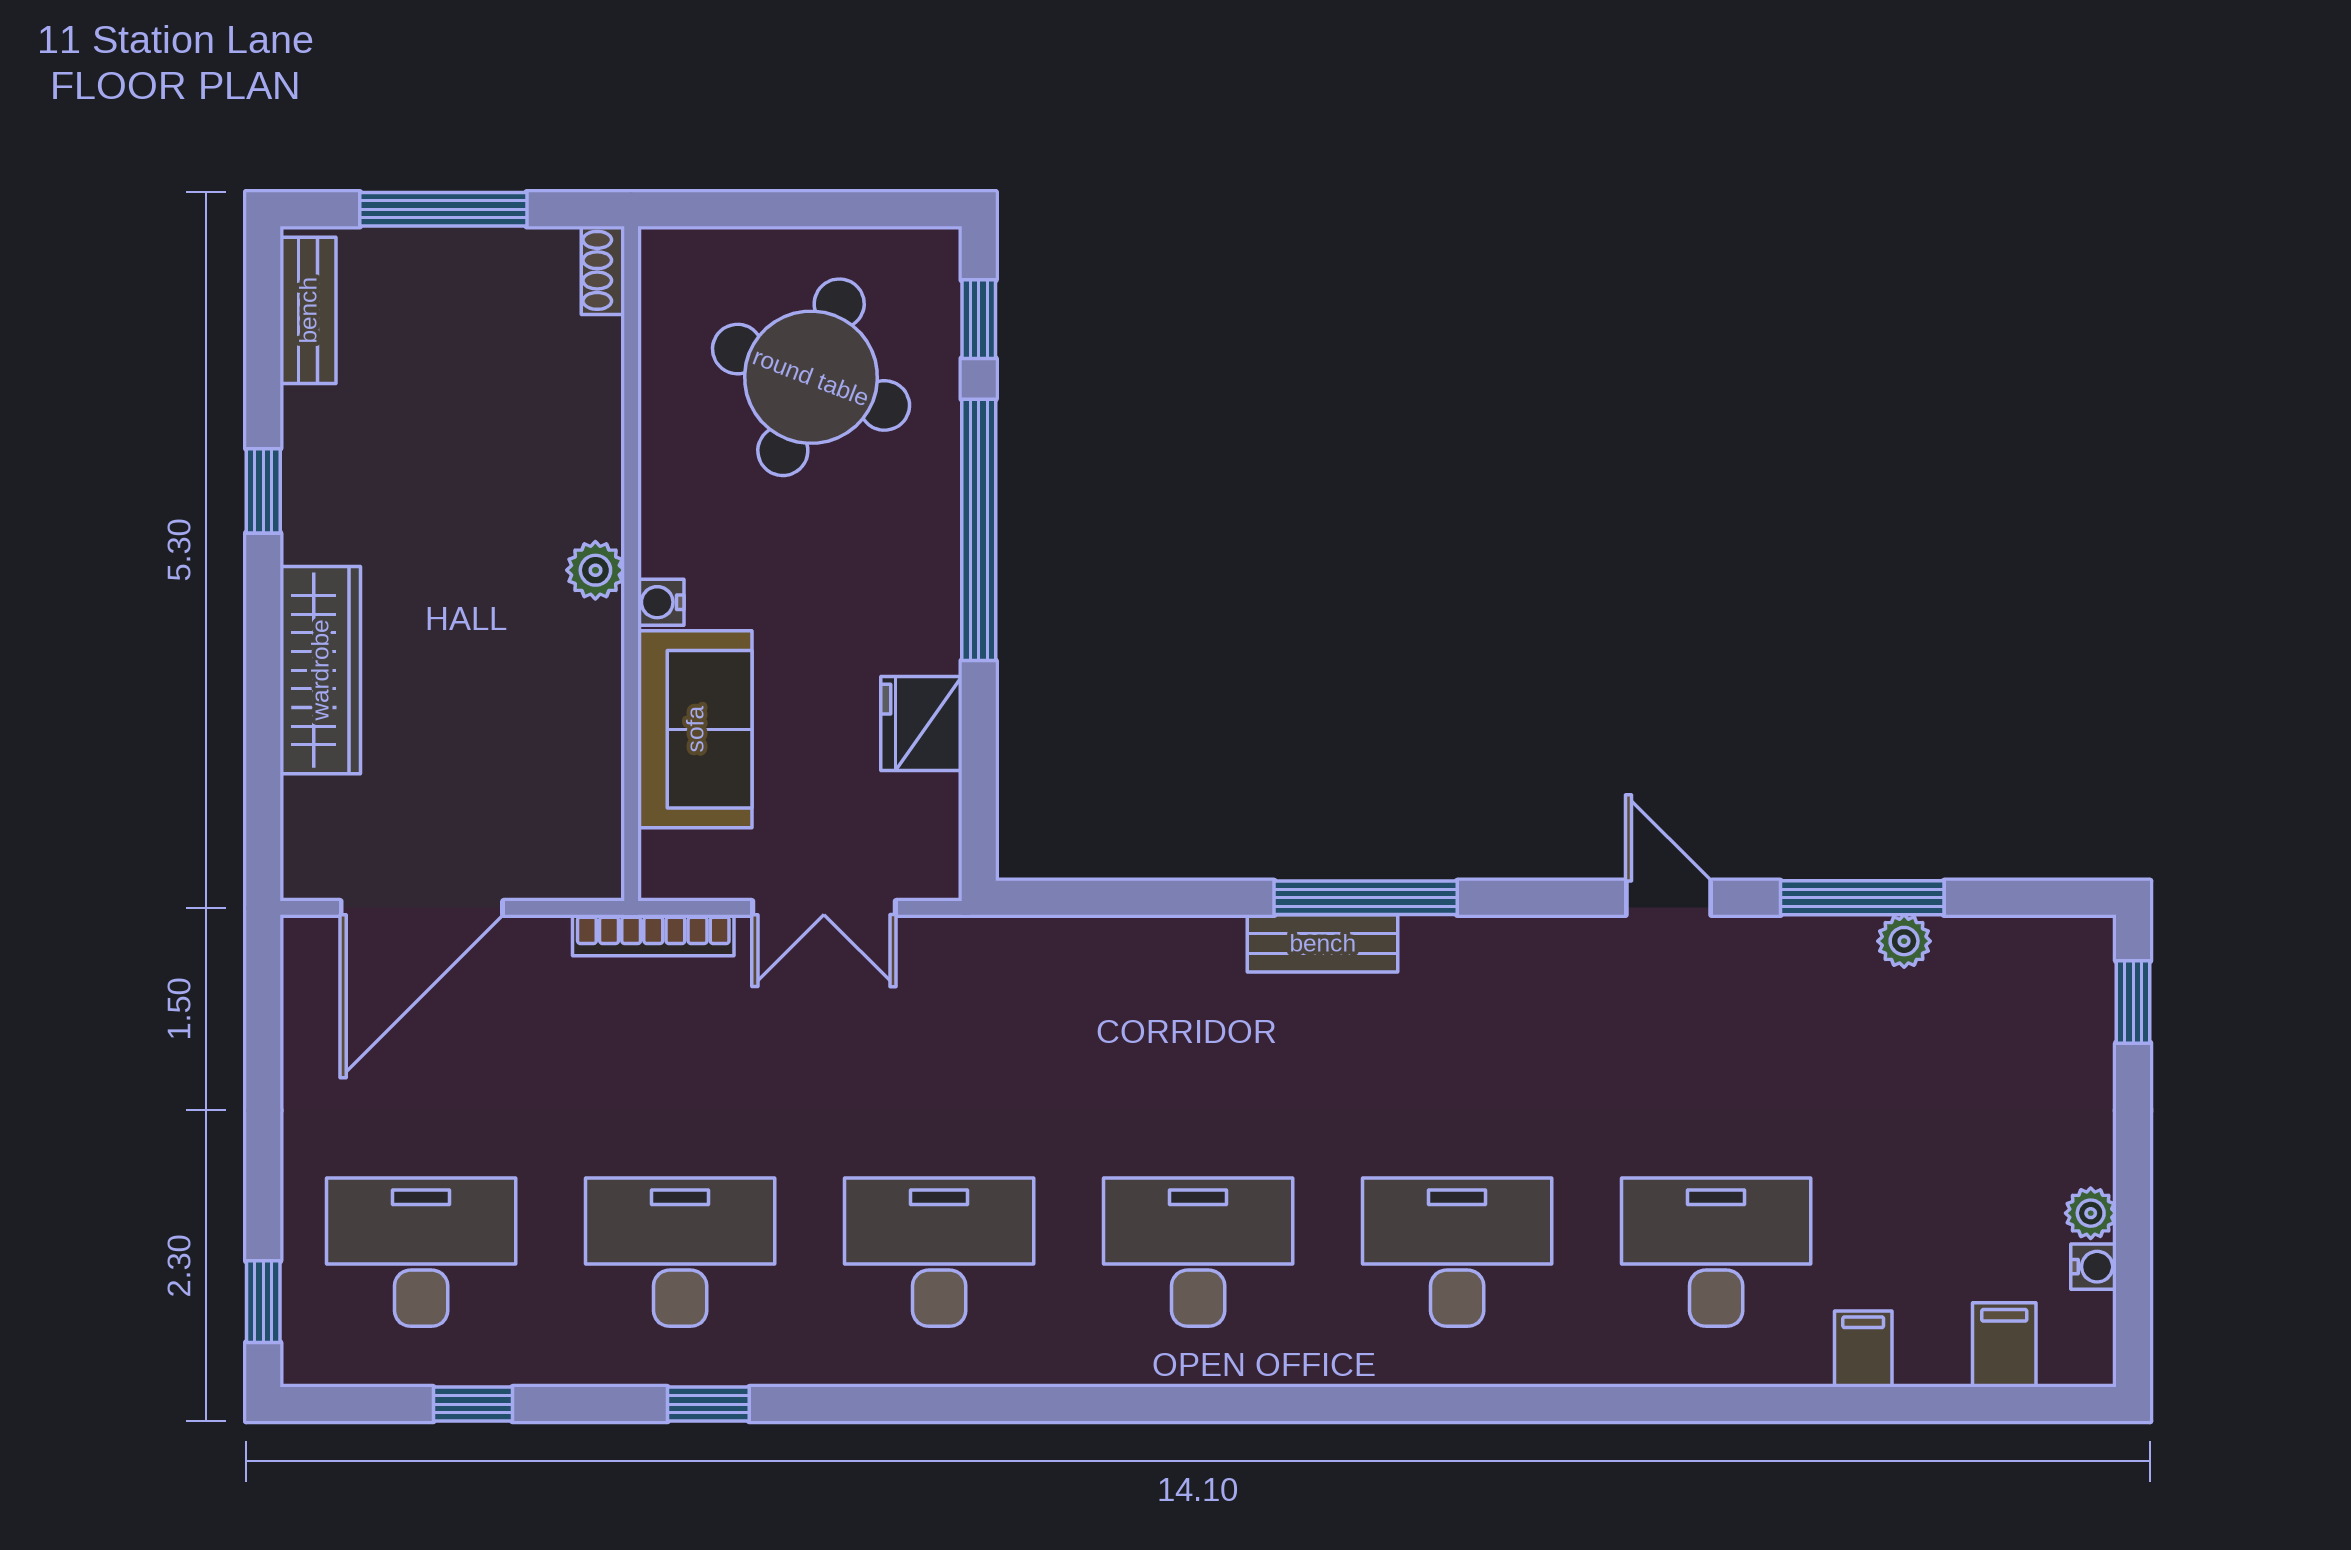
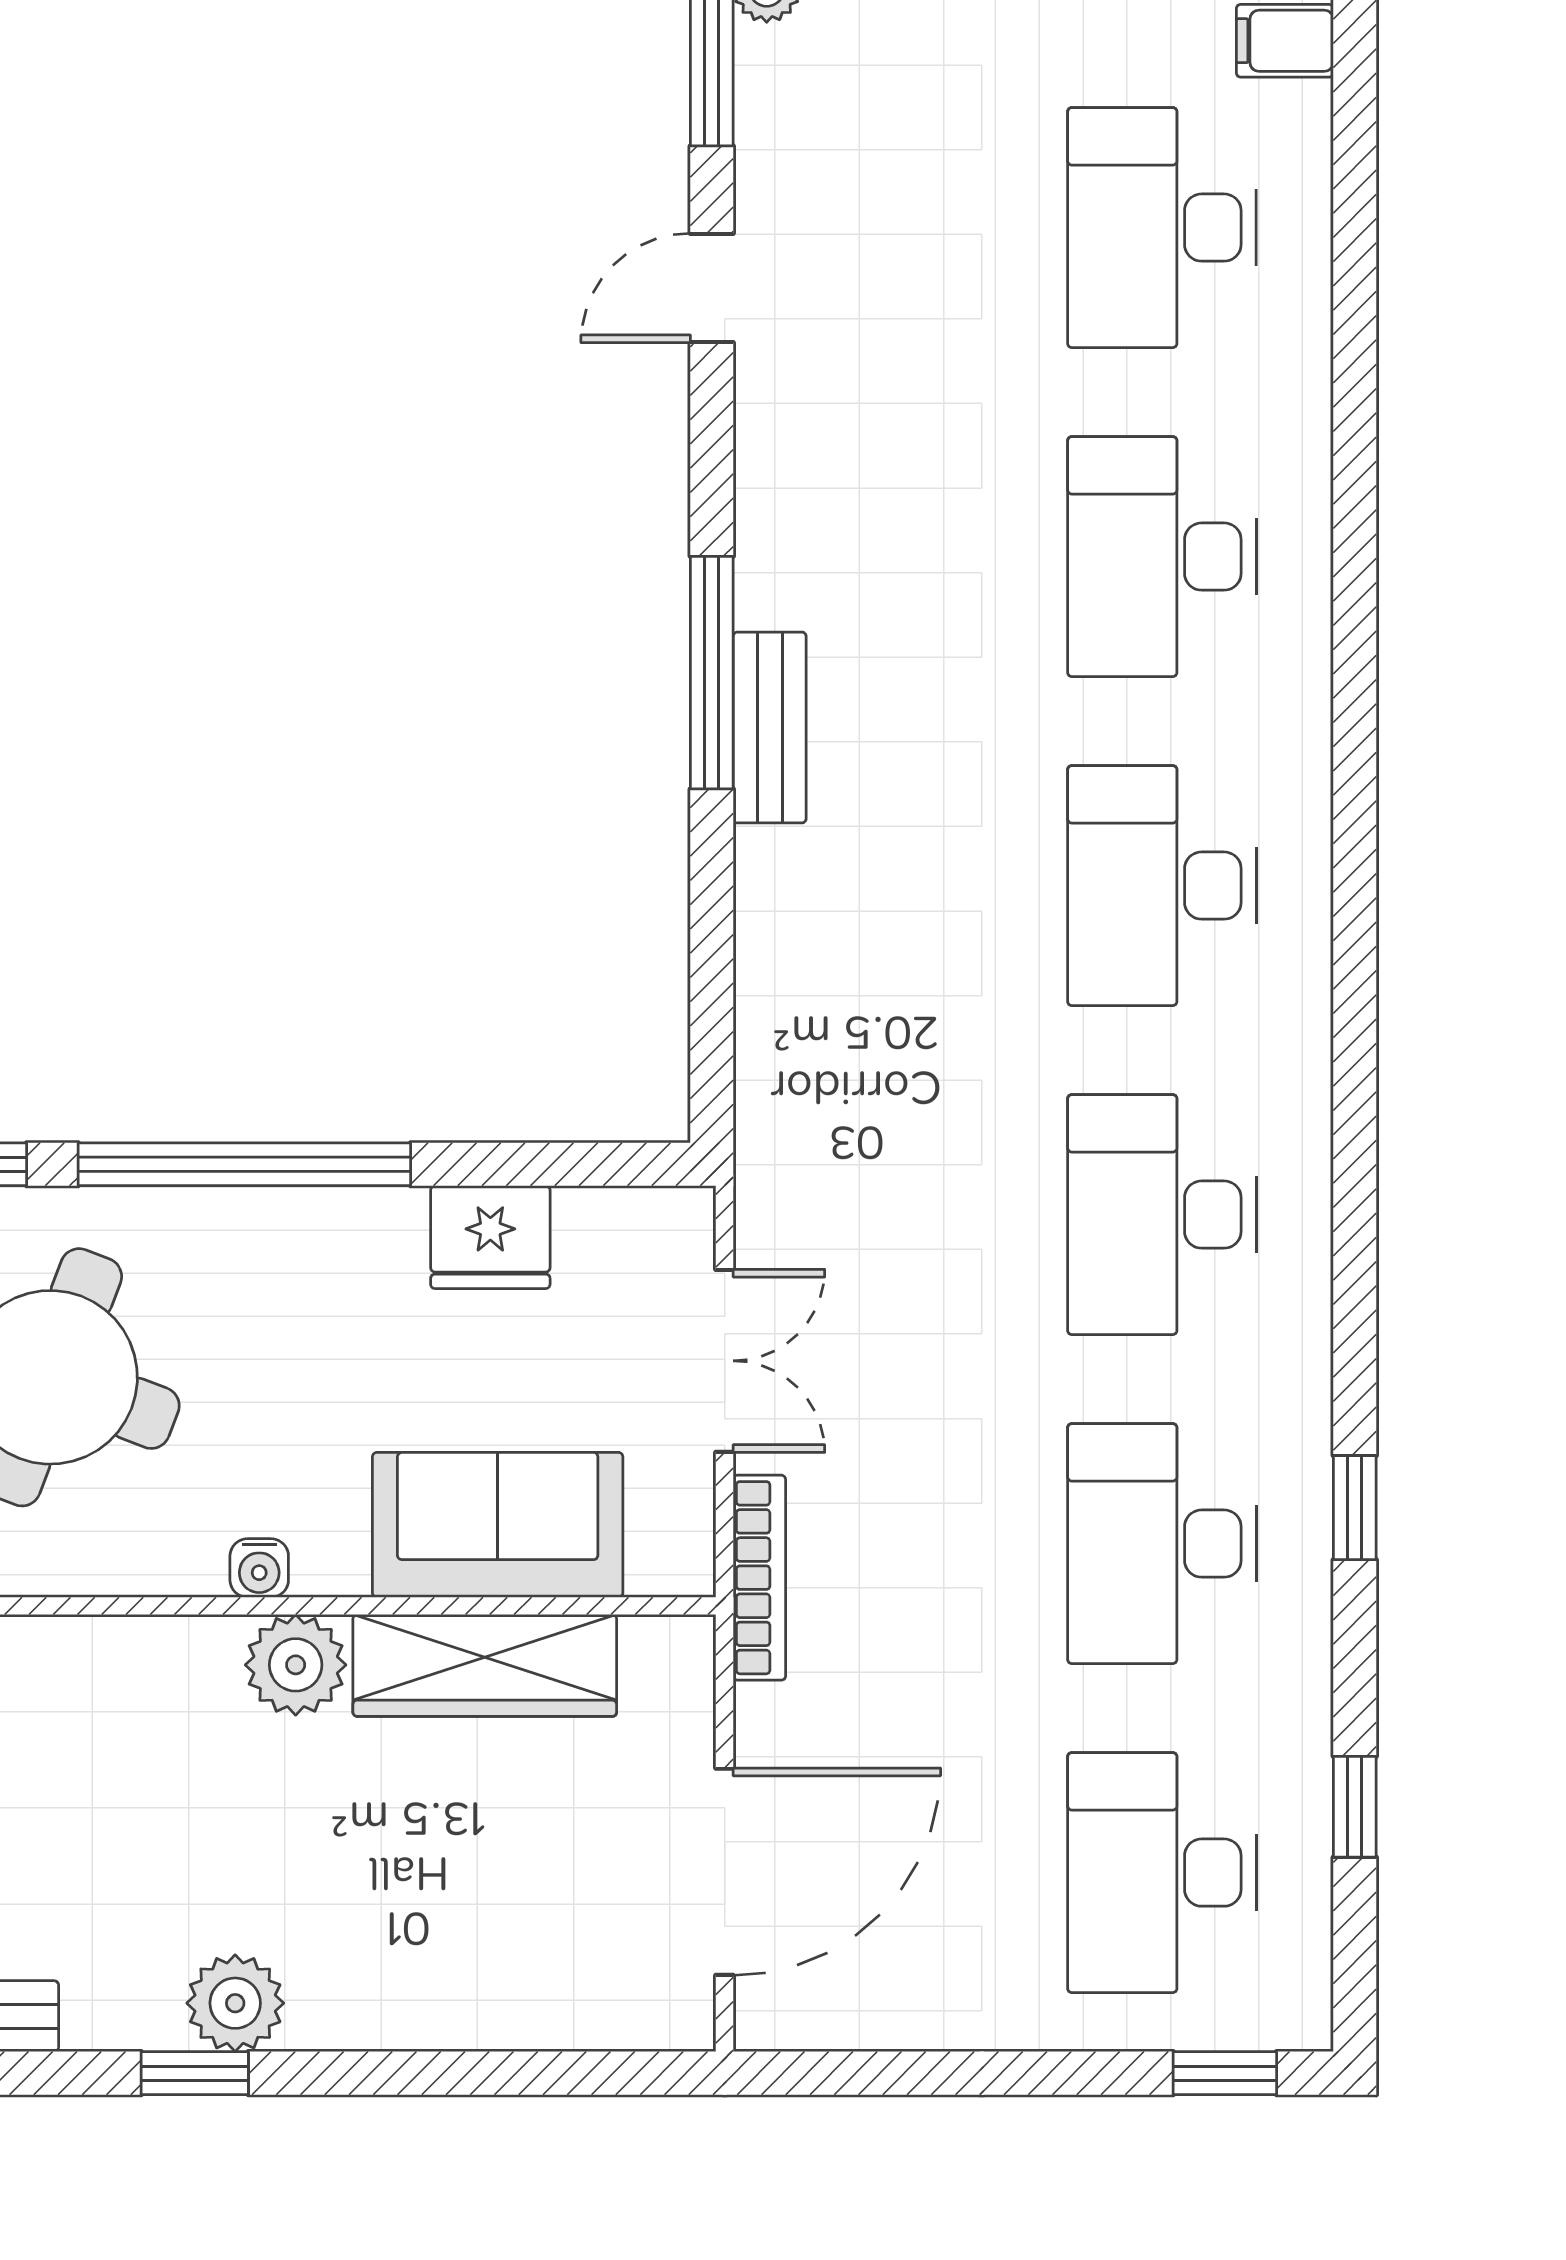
plant: (318, 523) -> (235, 2003), added
plant: (595, 570) -> (296, 1665), width x1.38, depth x1.38
water cooler: (661, 602) -> (259, 1568), moved
wardrobe: (320, 670) -> (485, 1665), moved, turned 180
door: (422, 908) -> (725, 1872), hinge flipped

